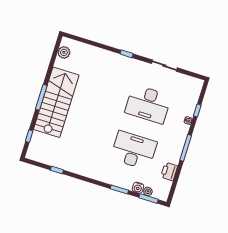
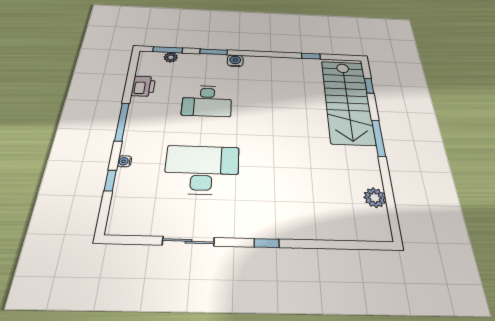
plant: (64, 52) -> (375, 198), moved
stairs: (56, 102) -> (347, 101), moved
desk: (134, 150) -> (207, 101), width x0.73, depth x0.77
water cooler: (138, 188) -> (235, 61), moved

